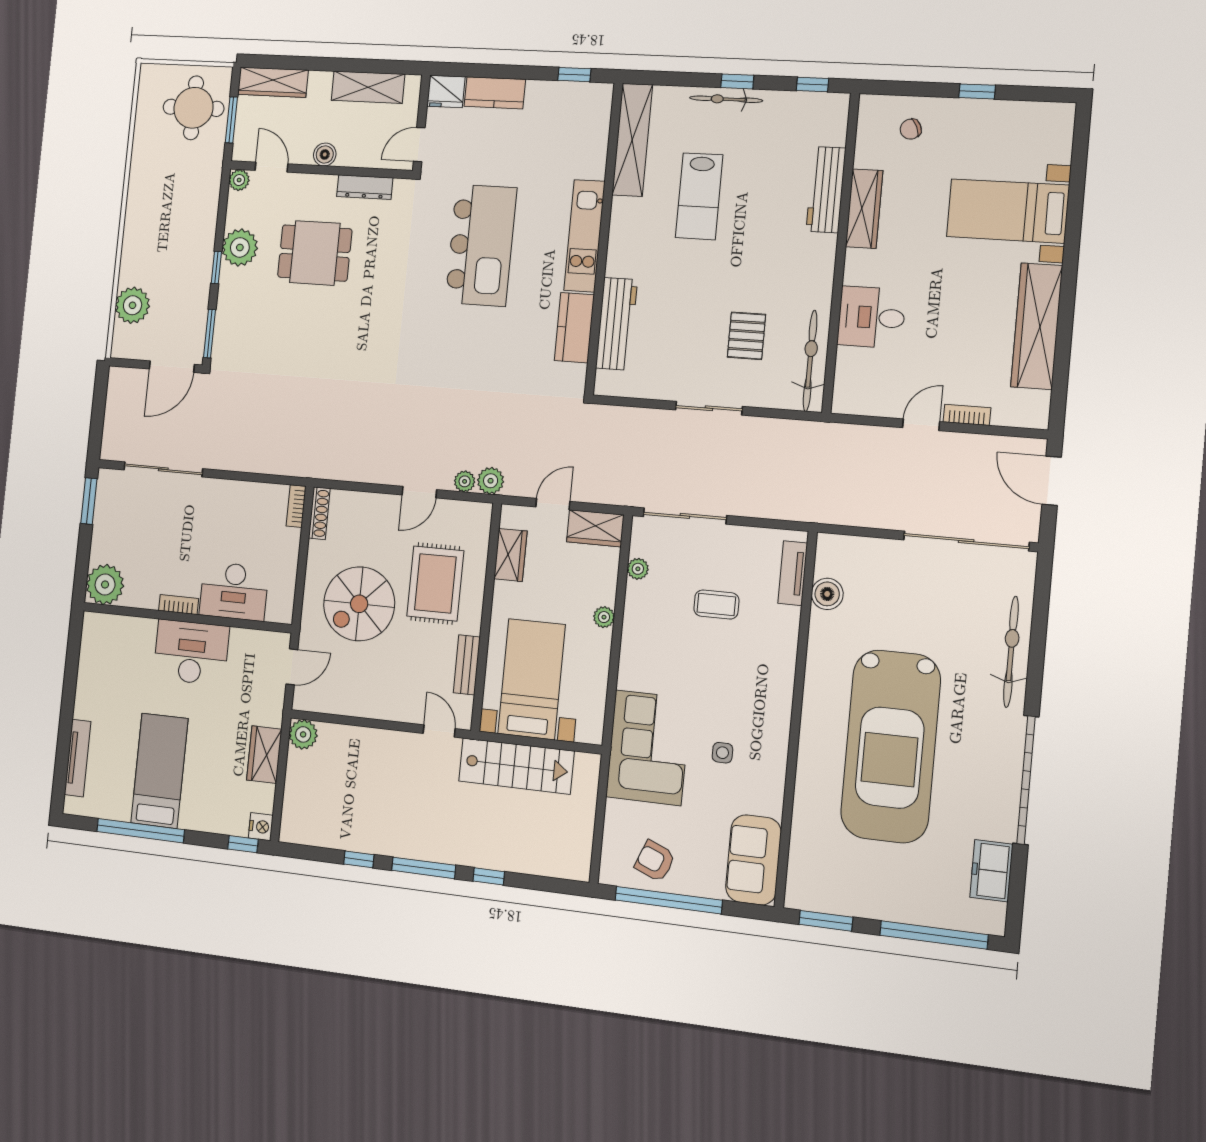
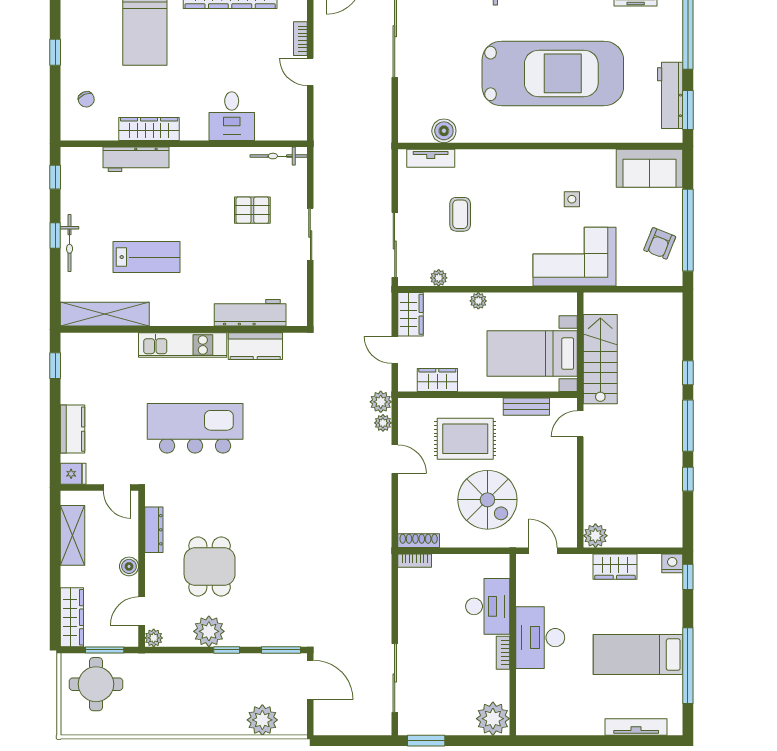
fridge: (446, 91) -> (73, 474), width x0.72
bicycle: (810, 361) -> (279, 156), width x0.73, depth x0.71
workbench: (847, 900) -> (670, 95), added

